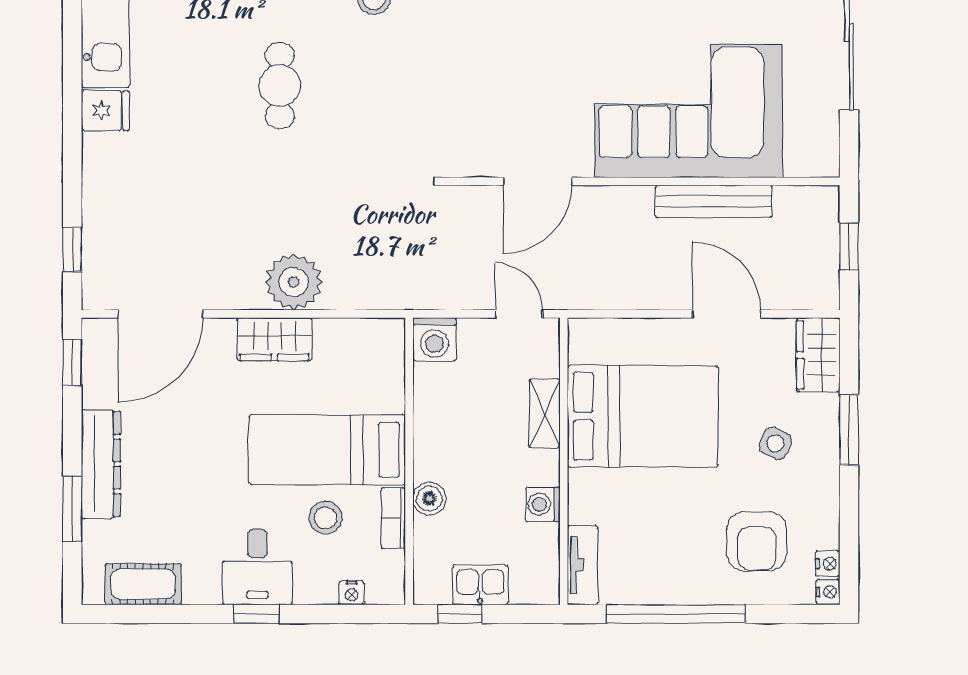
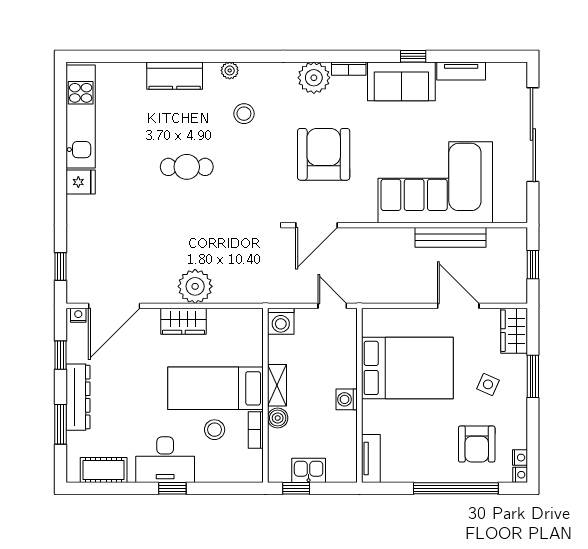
armchair: (505, 65) -> (324, 154), added
cafe table: (280, 86) -> (187, 167), turned 90
door: (538, 181) -> (317, 225), moved
window: (72, 363) -> (61, 355), moved
shelving: (545, 413) -> (277, 385), moved
washing machine: (543, 504) -> (347, 399), moved
desk: (257, 567) -> (165, 460), width x1.37
nightstand: (351, 593) -> (78, 315), moved, turned 180
window: (676, 614) -> (456, 488), moved

